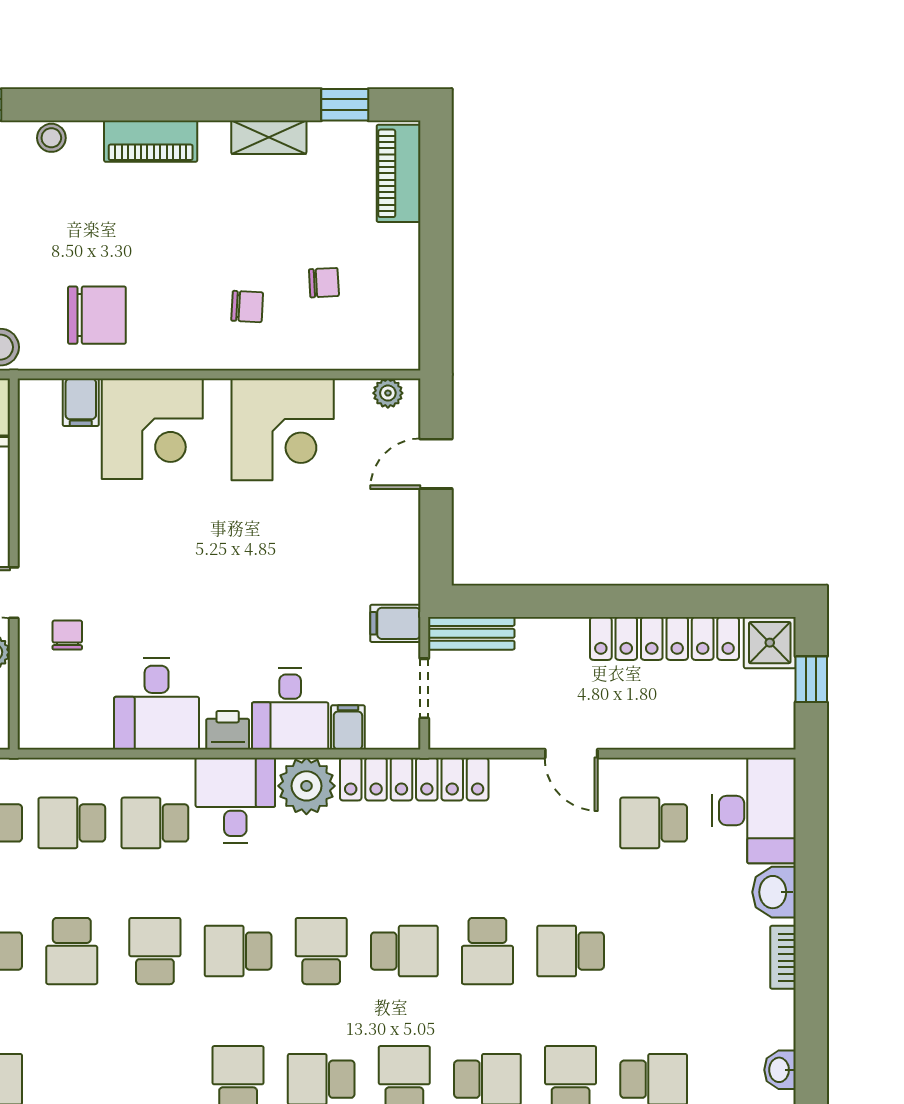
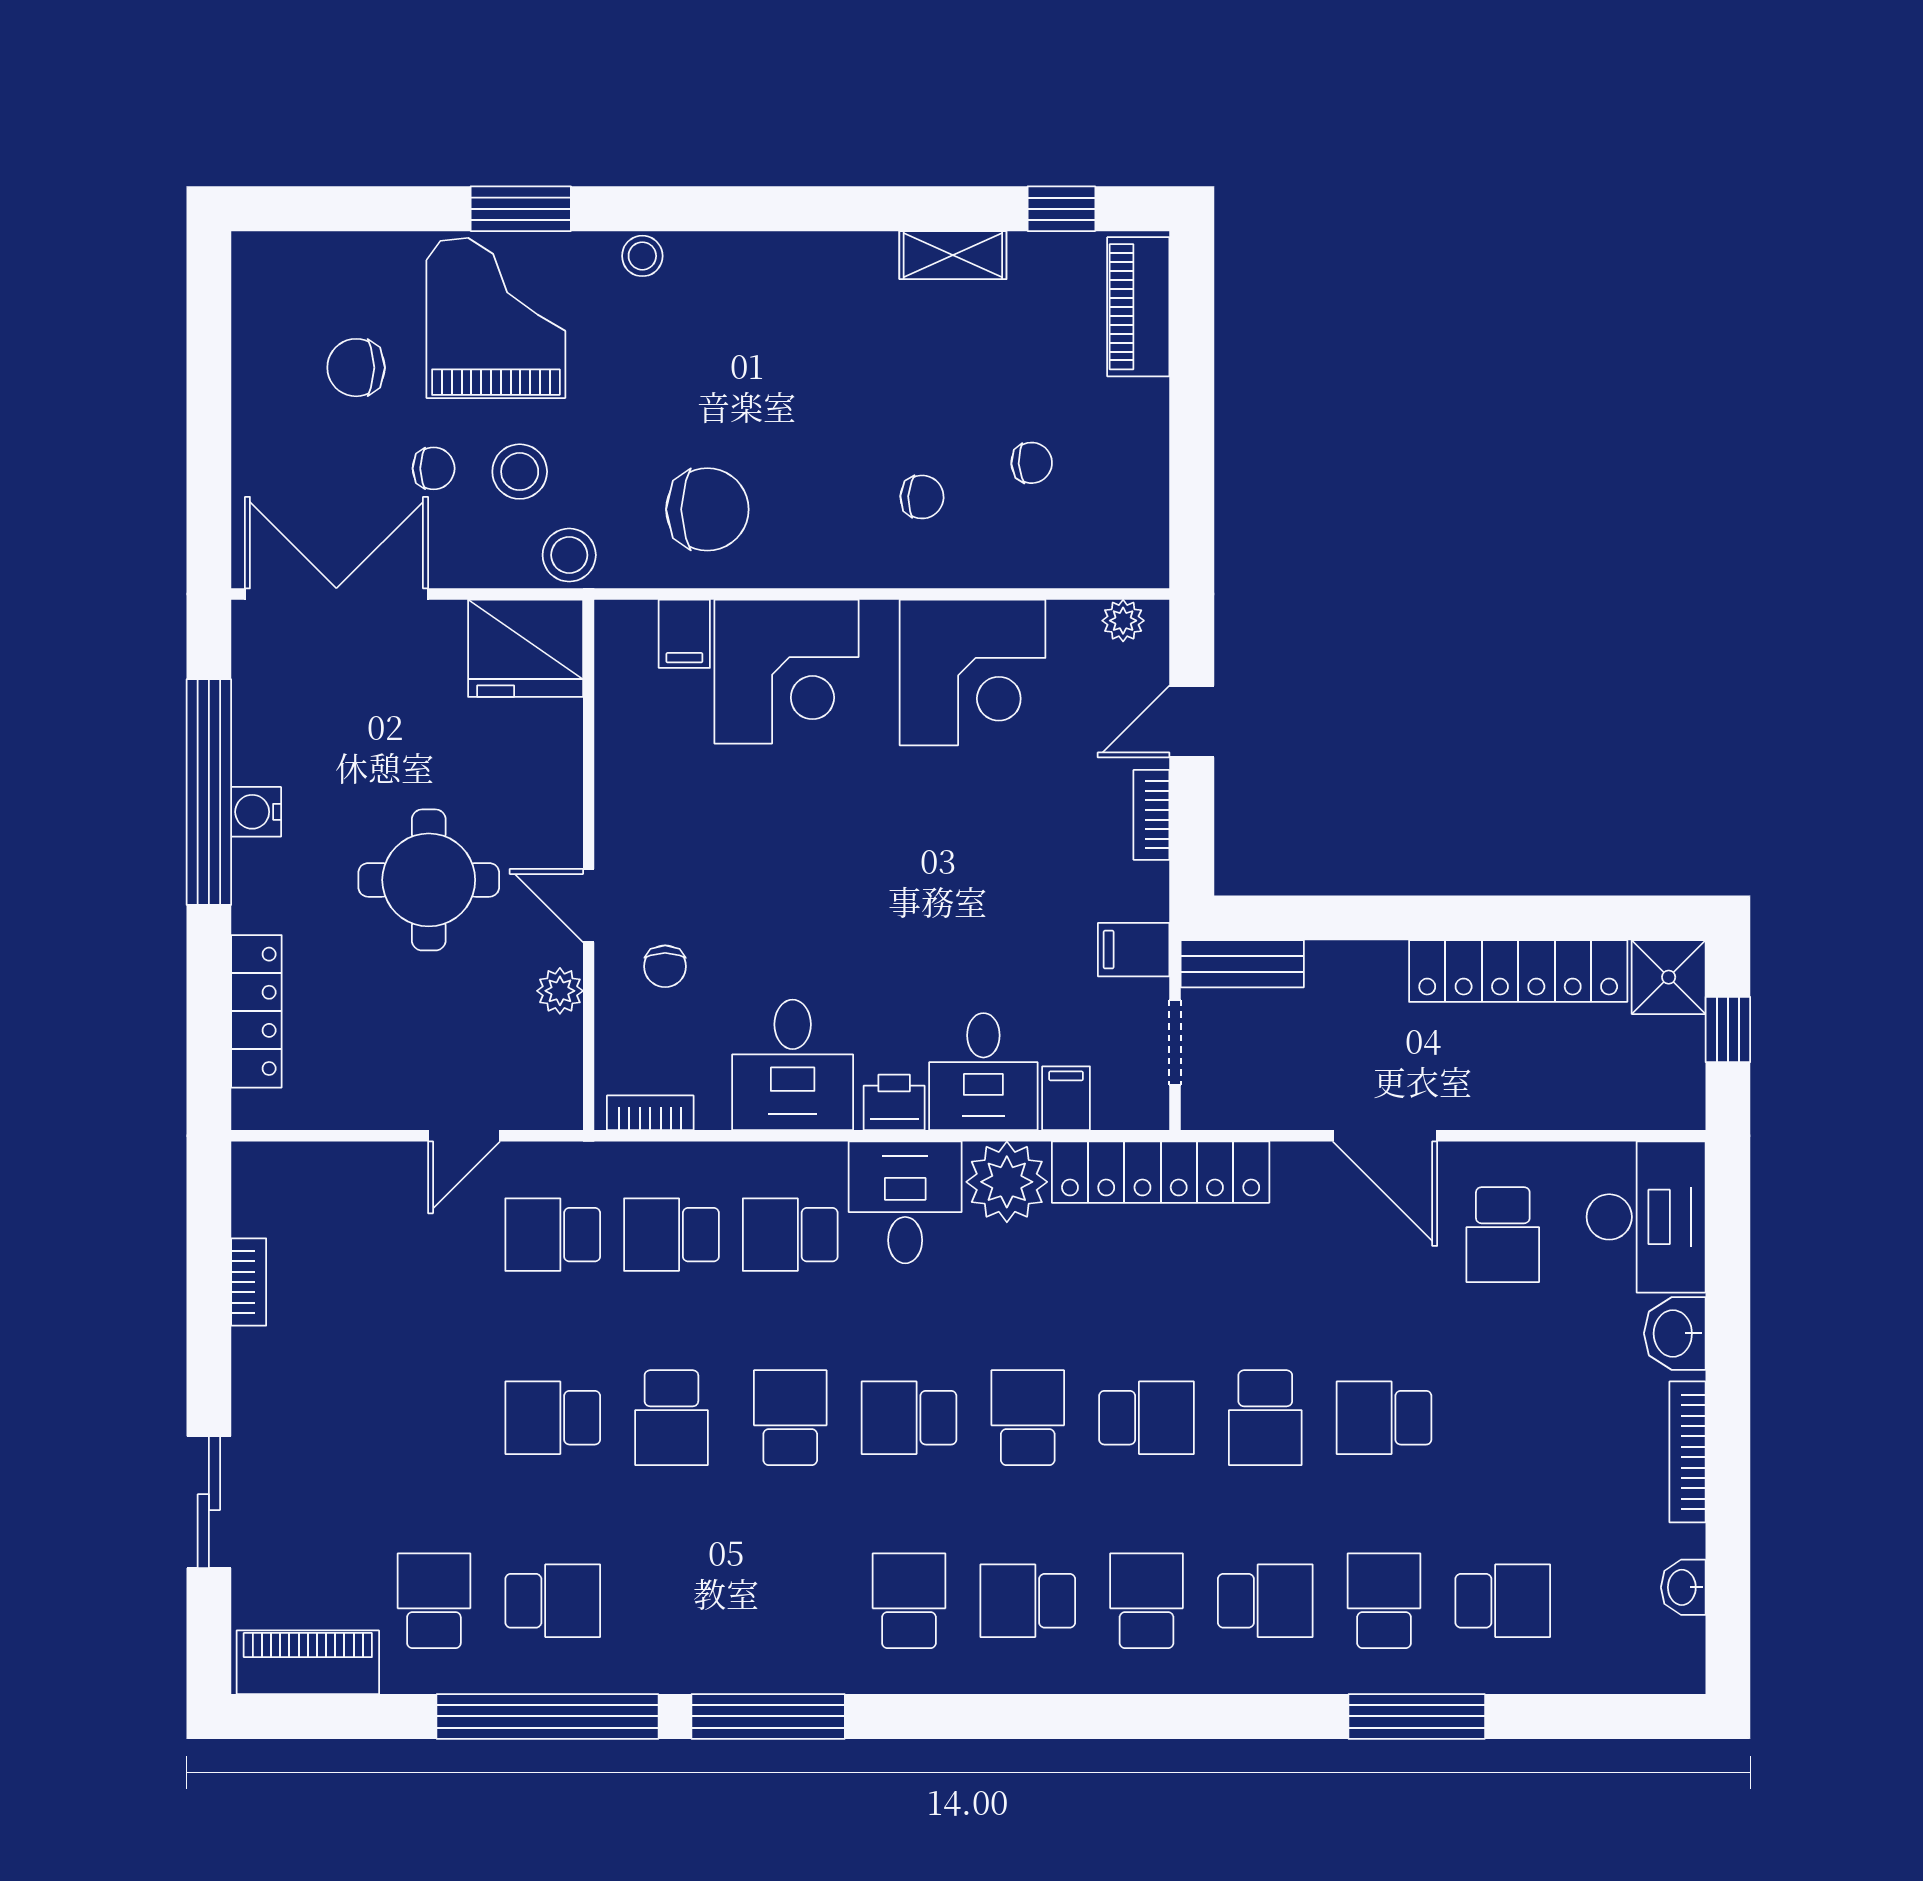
piano: (151, 141) -> (784, 261), removed
bookcase: (408, 529) -> (1151, 815), added
chair: (67, 635) -> (665, 966), turned 180
bookcase: (57, 738) -> (650, 1113), added
door: (571, 754) -> (1385, 1136), width x1.38
school desk: (654, 823) -> (1503, 1235), turned -90
bookcase: (783, 957) -> (1687, 1452), width x1.56

